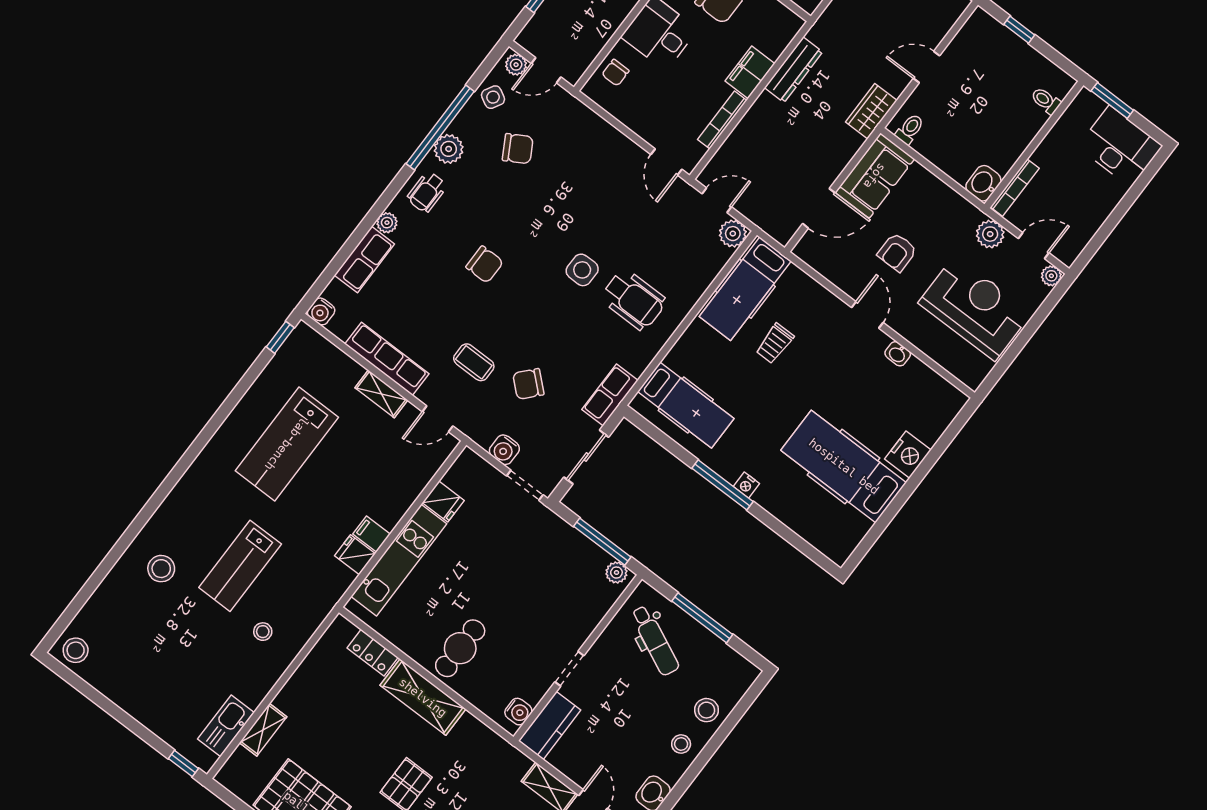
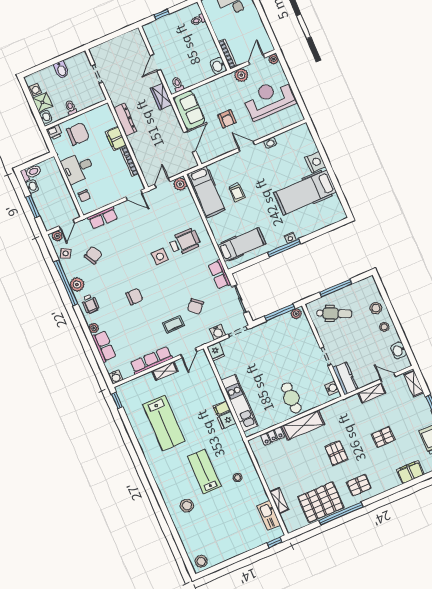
row of seats: (595, 128) -> (103, 218), added
fridge: (443, 502) -> (216, 352), moved, turned 90
lab bench: (240, 566) -> (204, 472), turned 180

